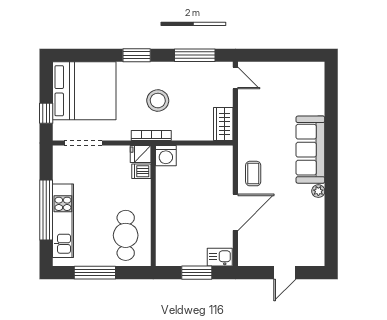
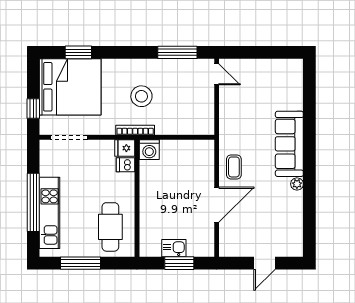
window: (137, 55) -> (78, 52), moved
wardrobe: (223, 124) -> (205, 119), removed
kitchen sink: (220, 257) -> (174, 248), moved

